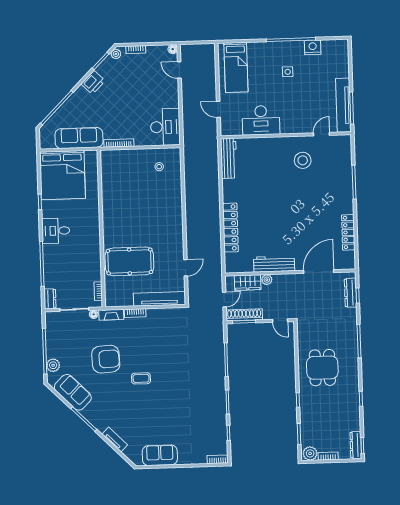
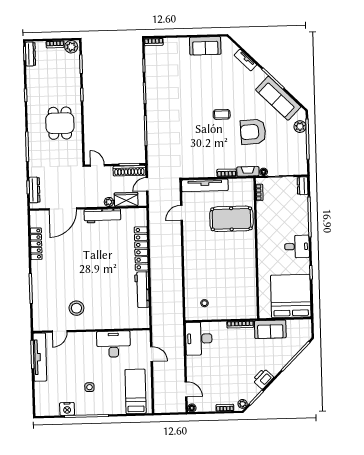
sofa: (79, 138) -> (270, 329), width x0.73
workbench: (229, 158) -> (142, 290), moved
sofa: (73, 392) -> (278, 98), width x1.36

